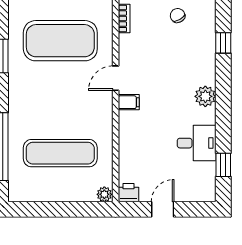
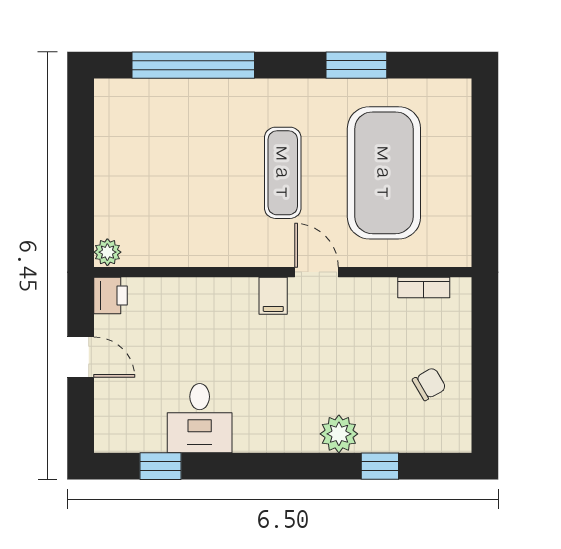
plant: (205, 96) -> (339, 434), moved
exercise mat: (60, 153) -> (283, 173), moved, width x0.73, depth x0.69

